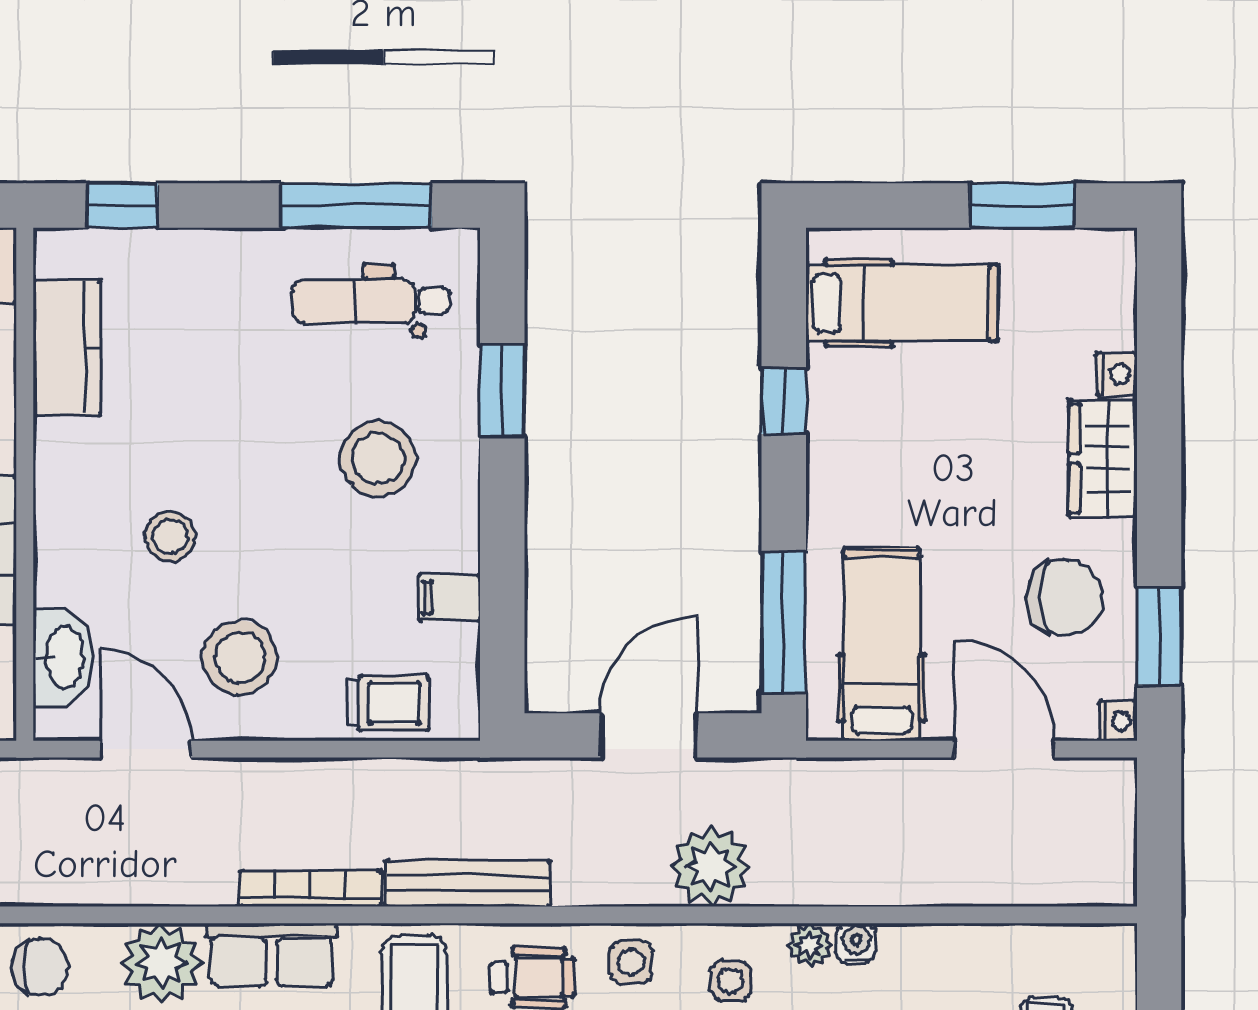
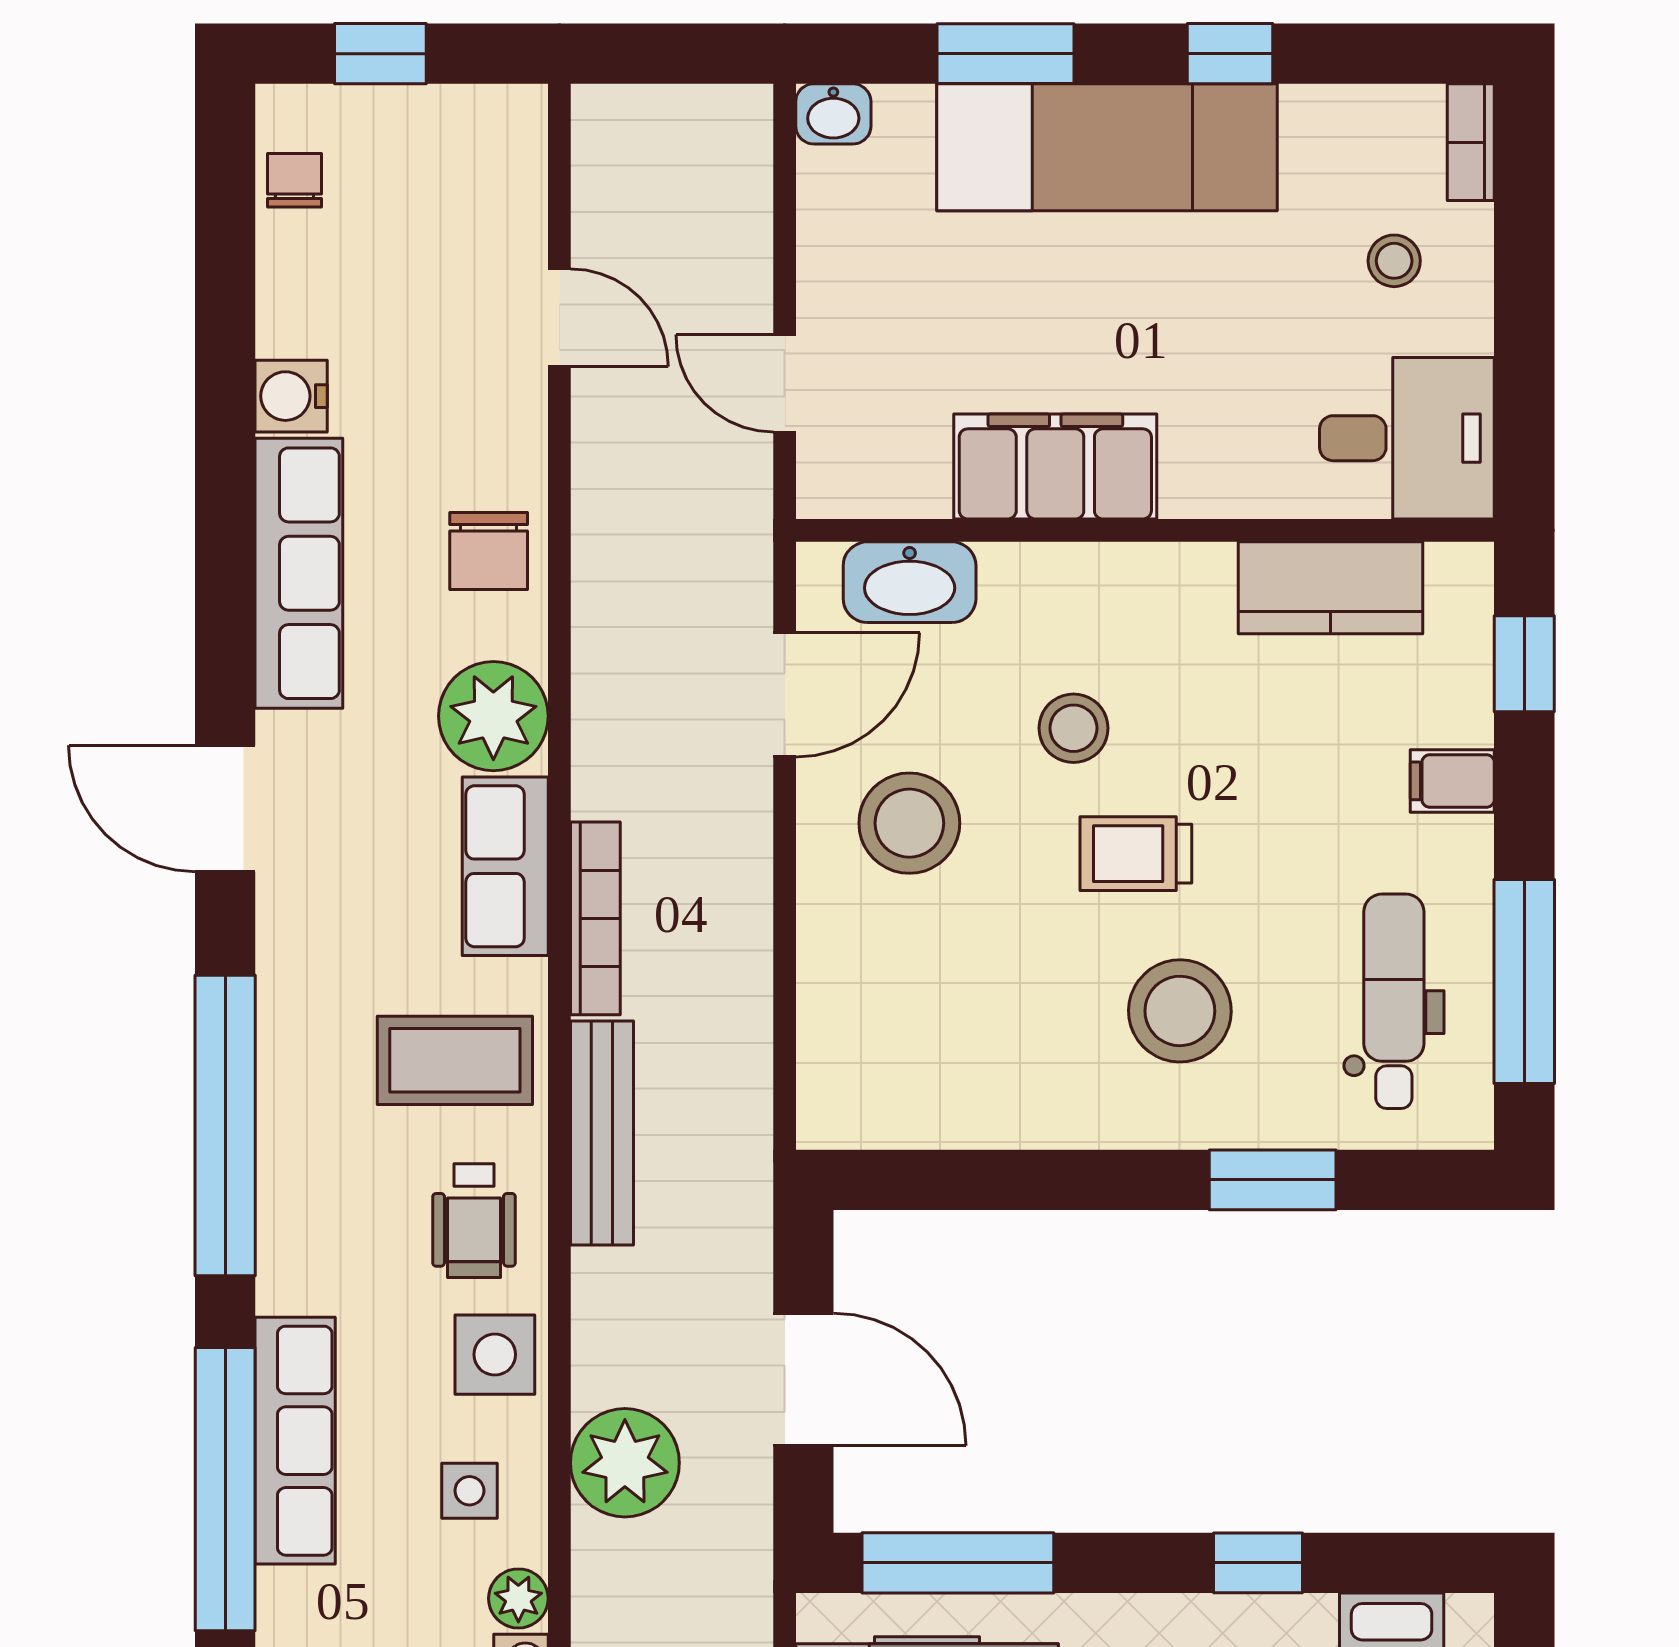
filing cabinet: (449, 598) -> (1452, 781), moved, turned -90
trolley: (388, 703) -> (1136, 854), moved, turned 90
side table: (631, 962) -> (495, 1355), width x1.37, depth x1.37

